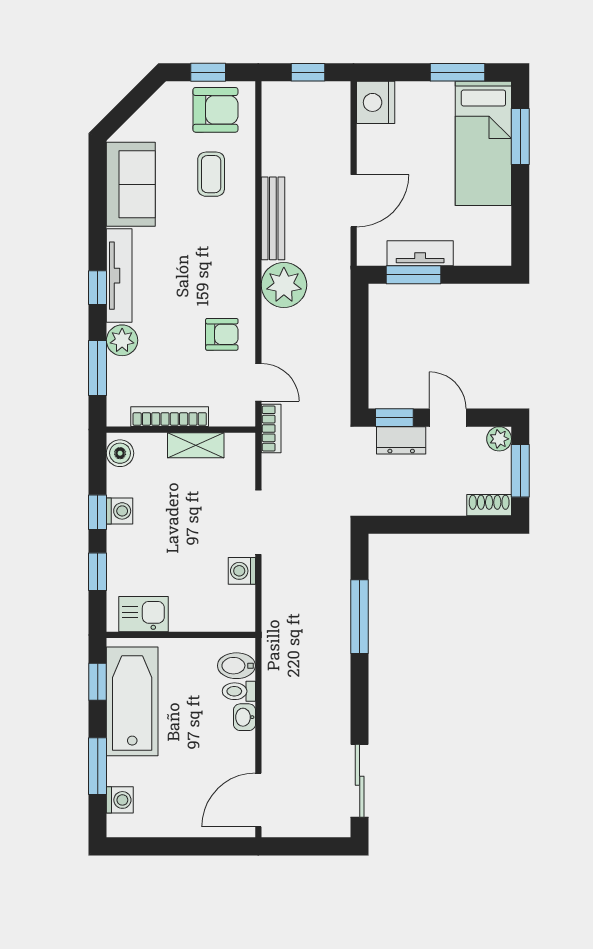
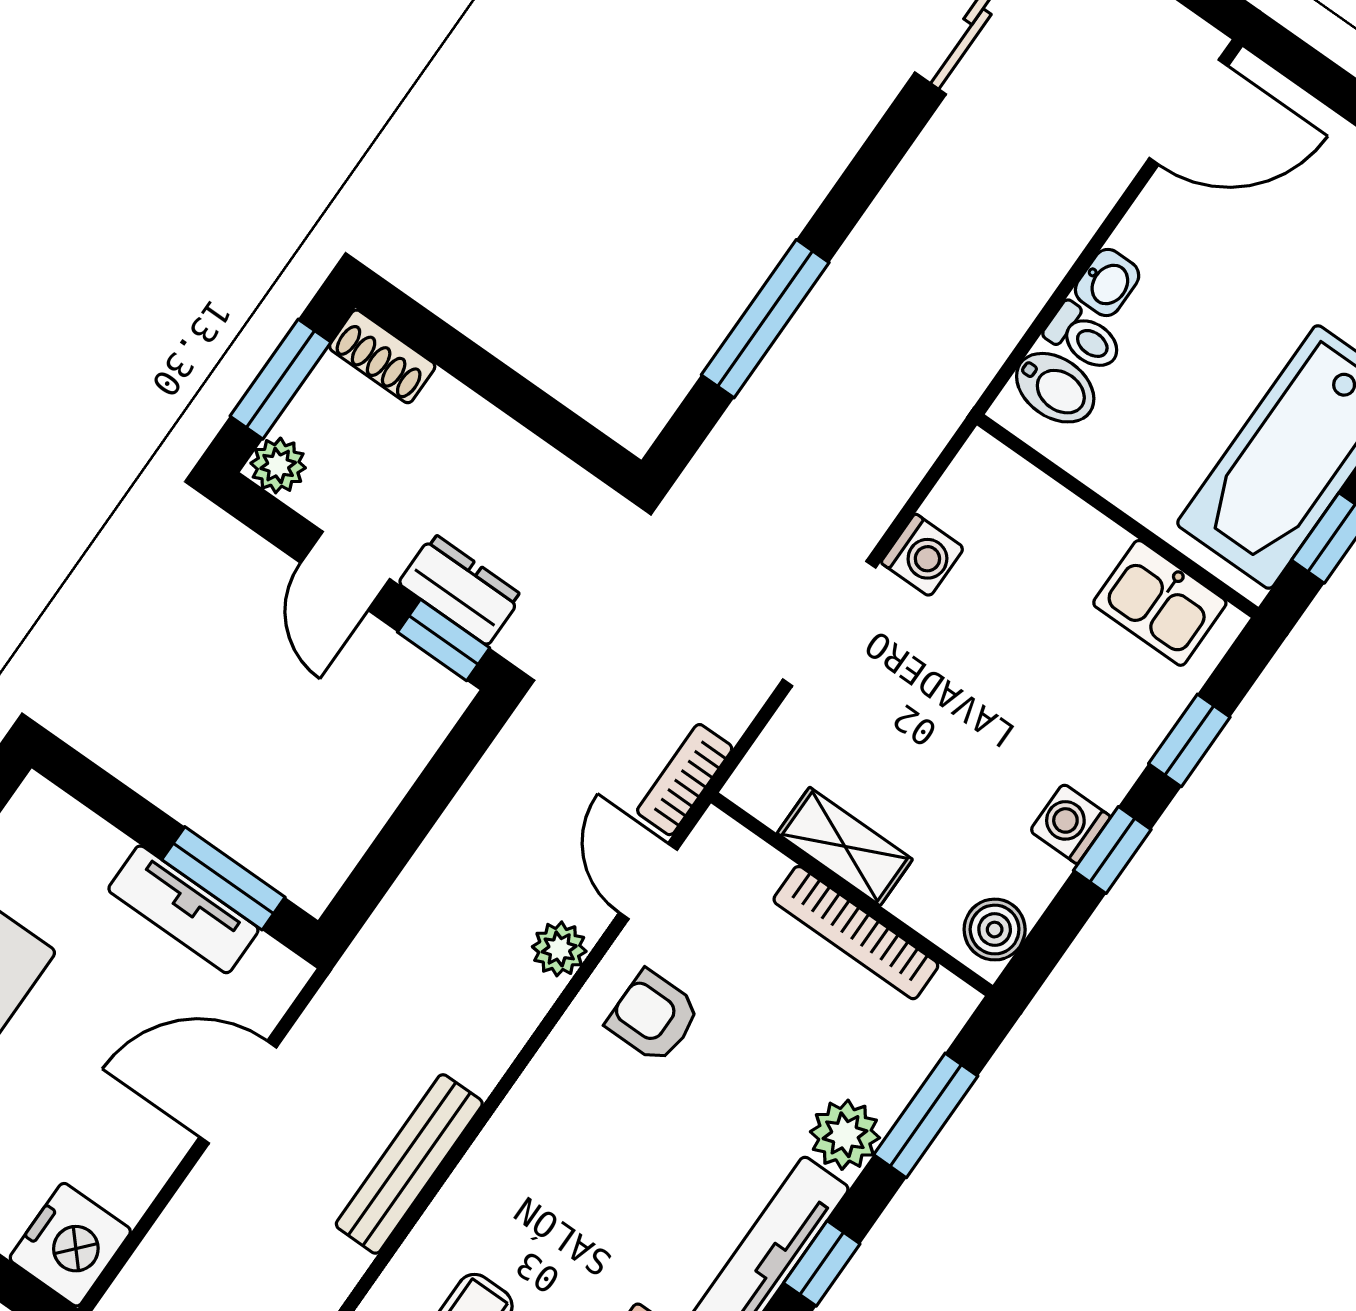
plant: (284, 285) -> (559, 949), moved, width x0.53, depth x0.53

